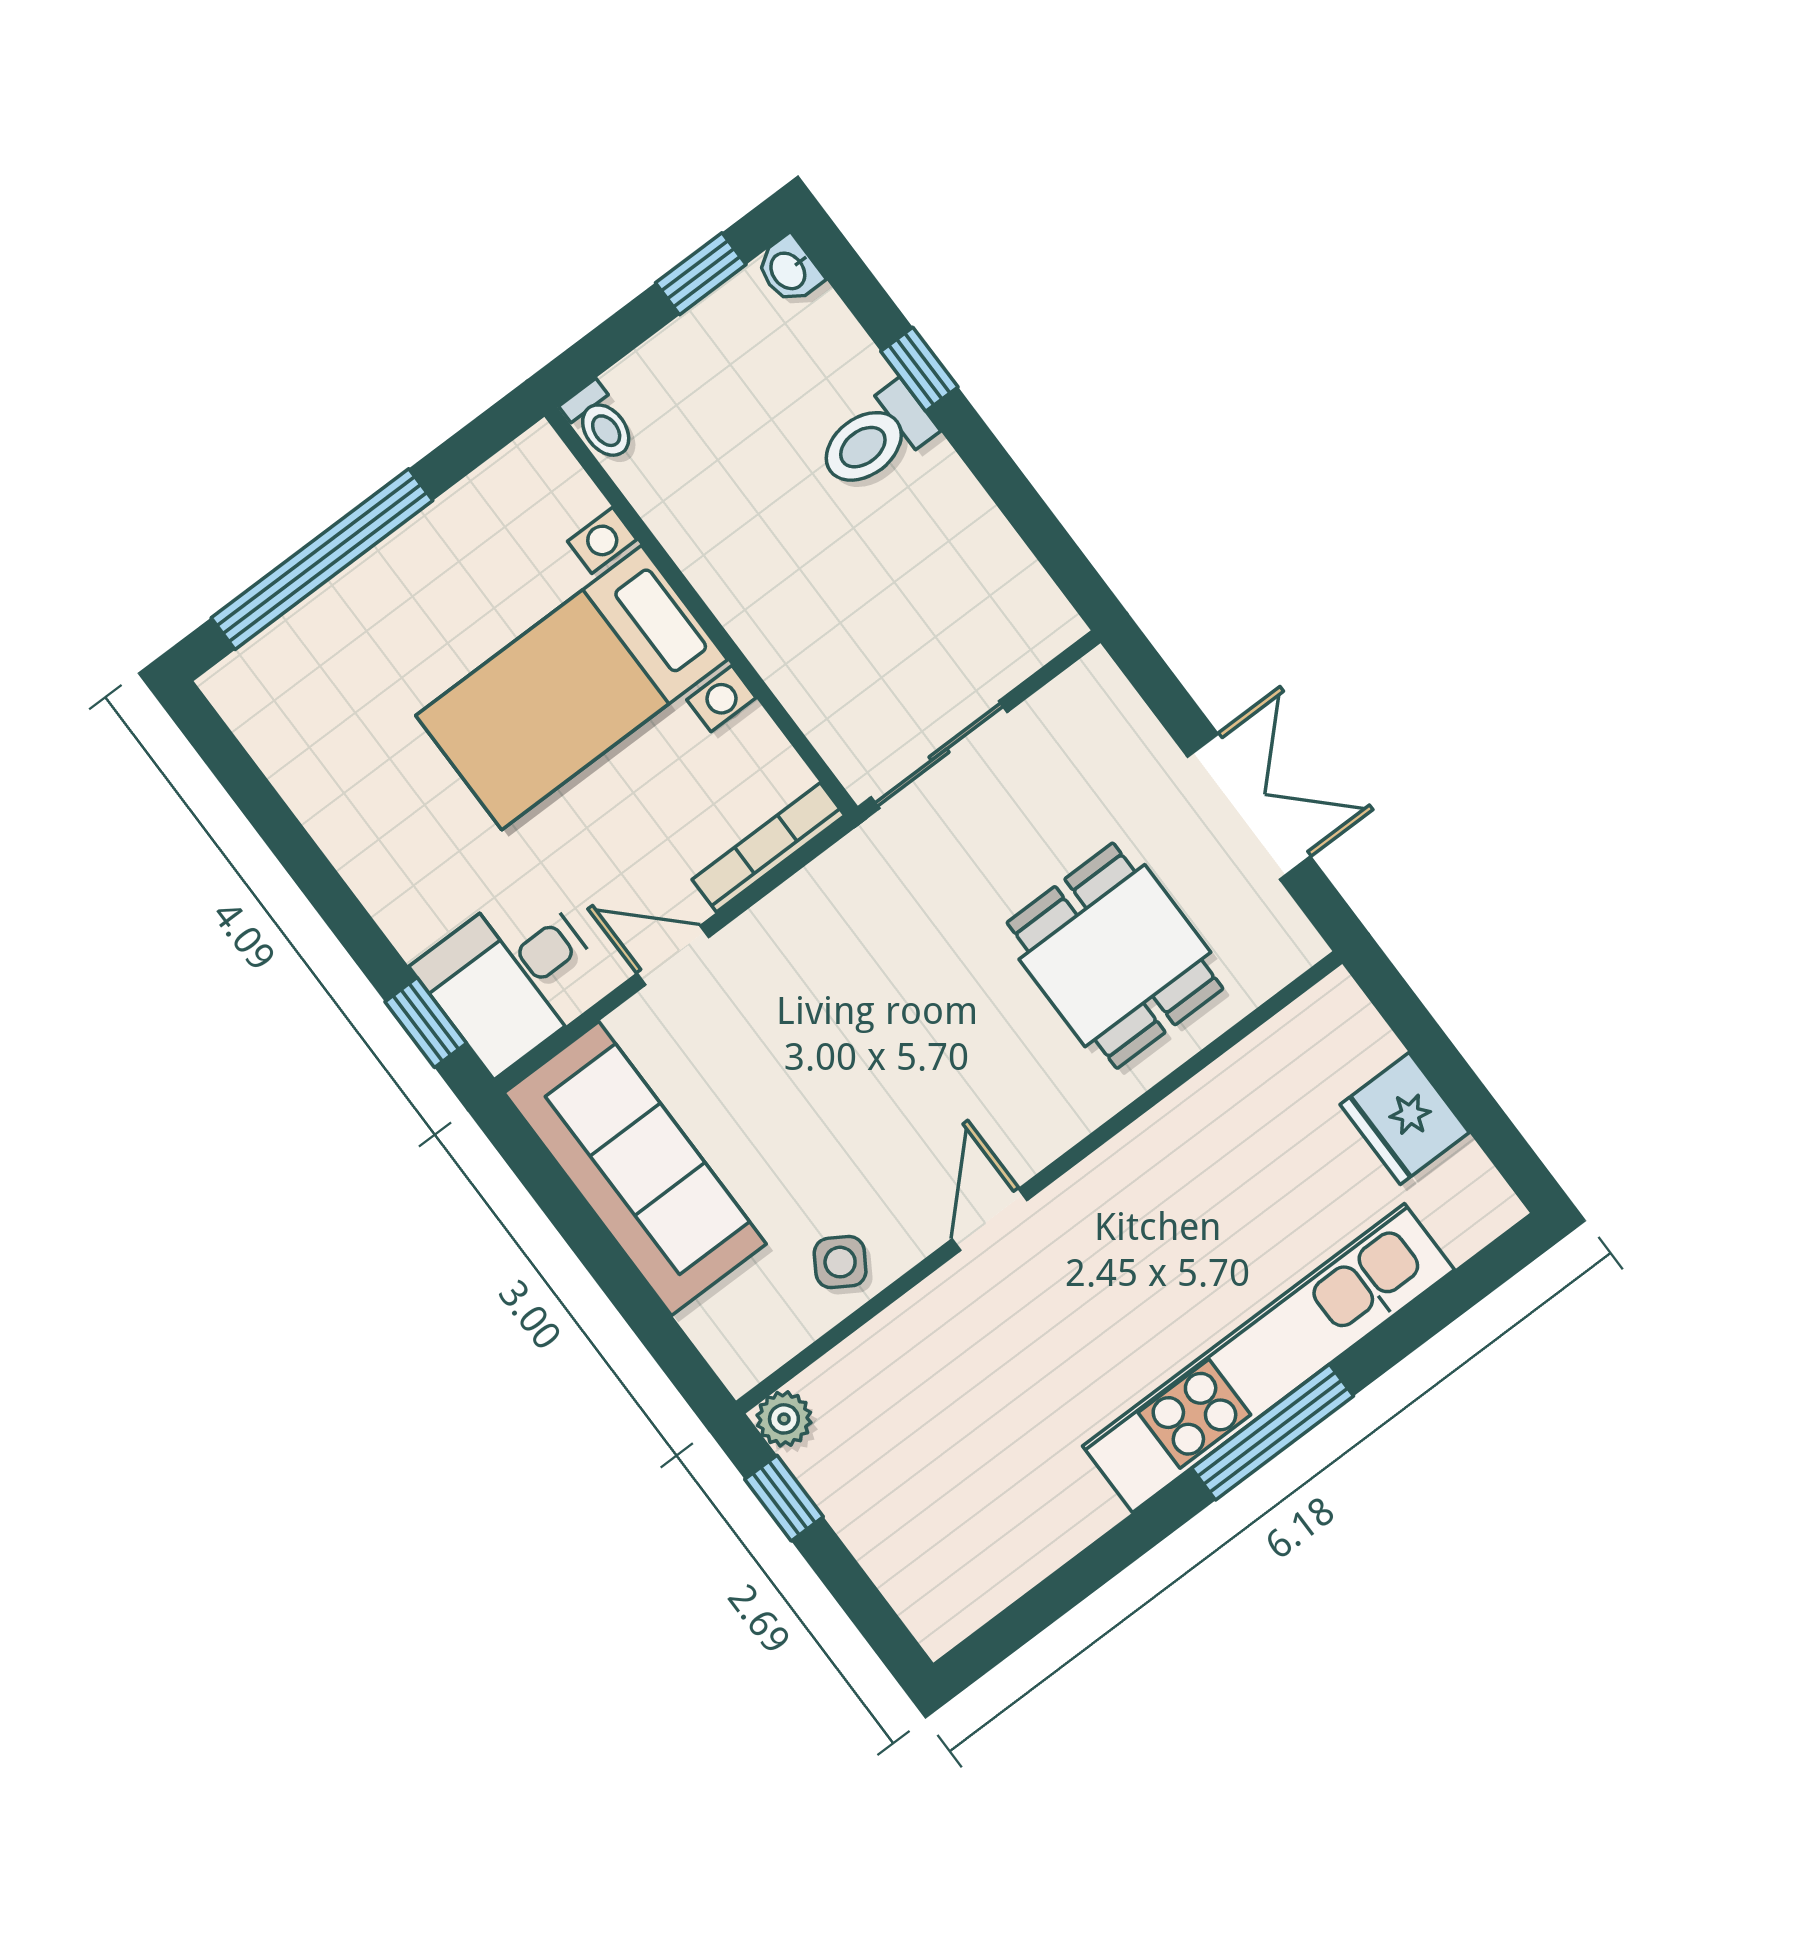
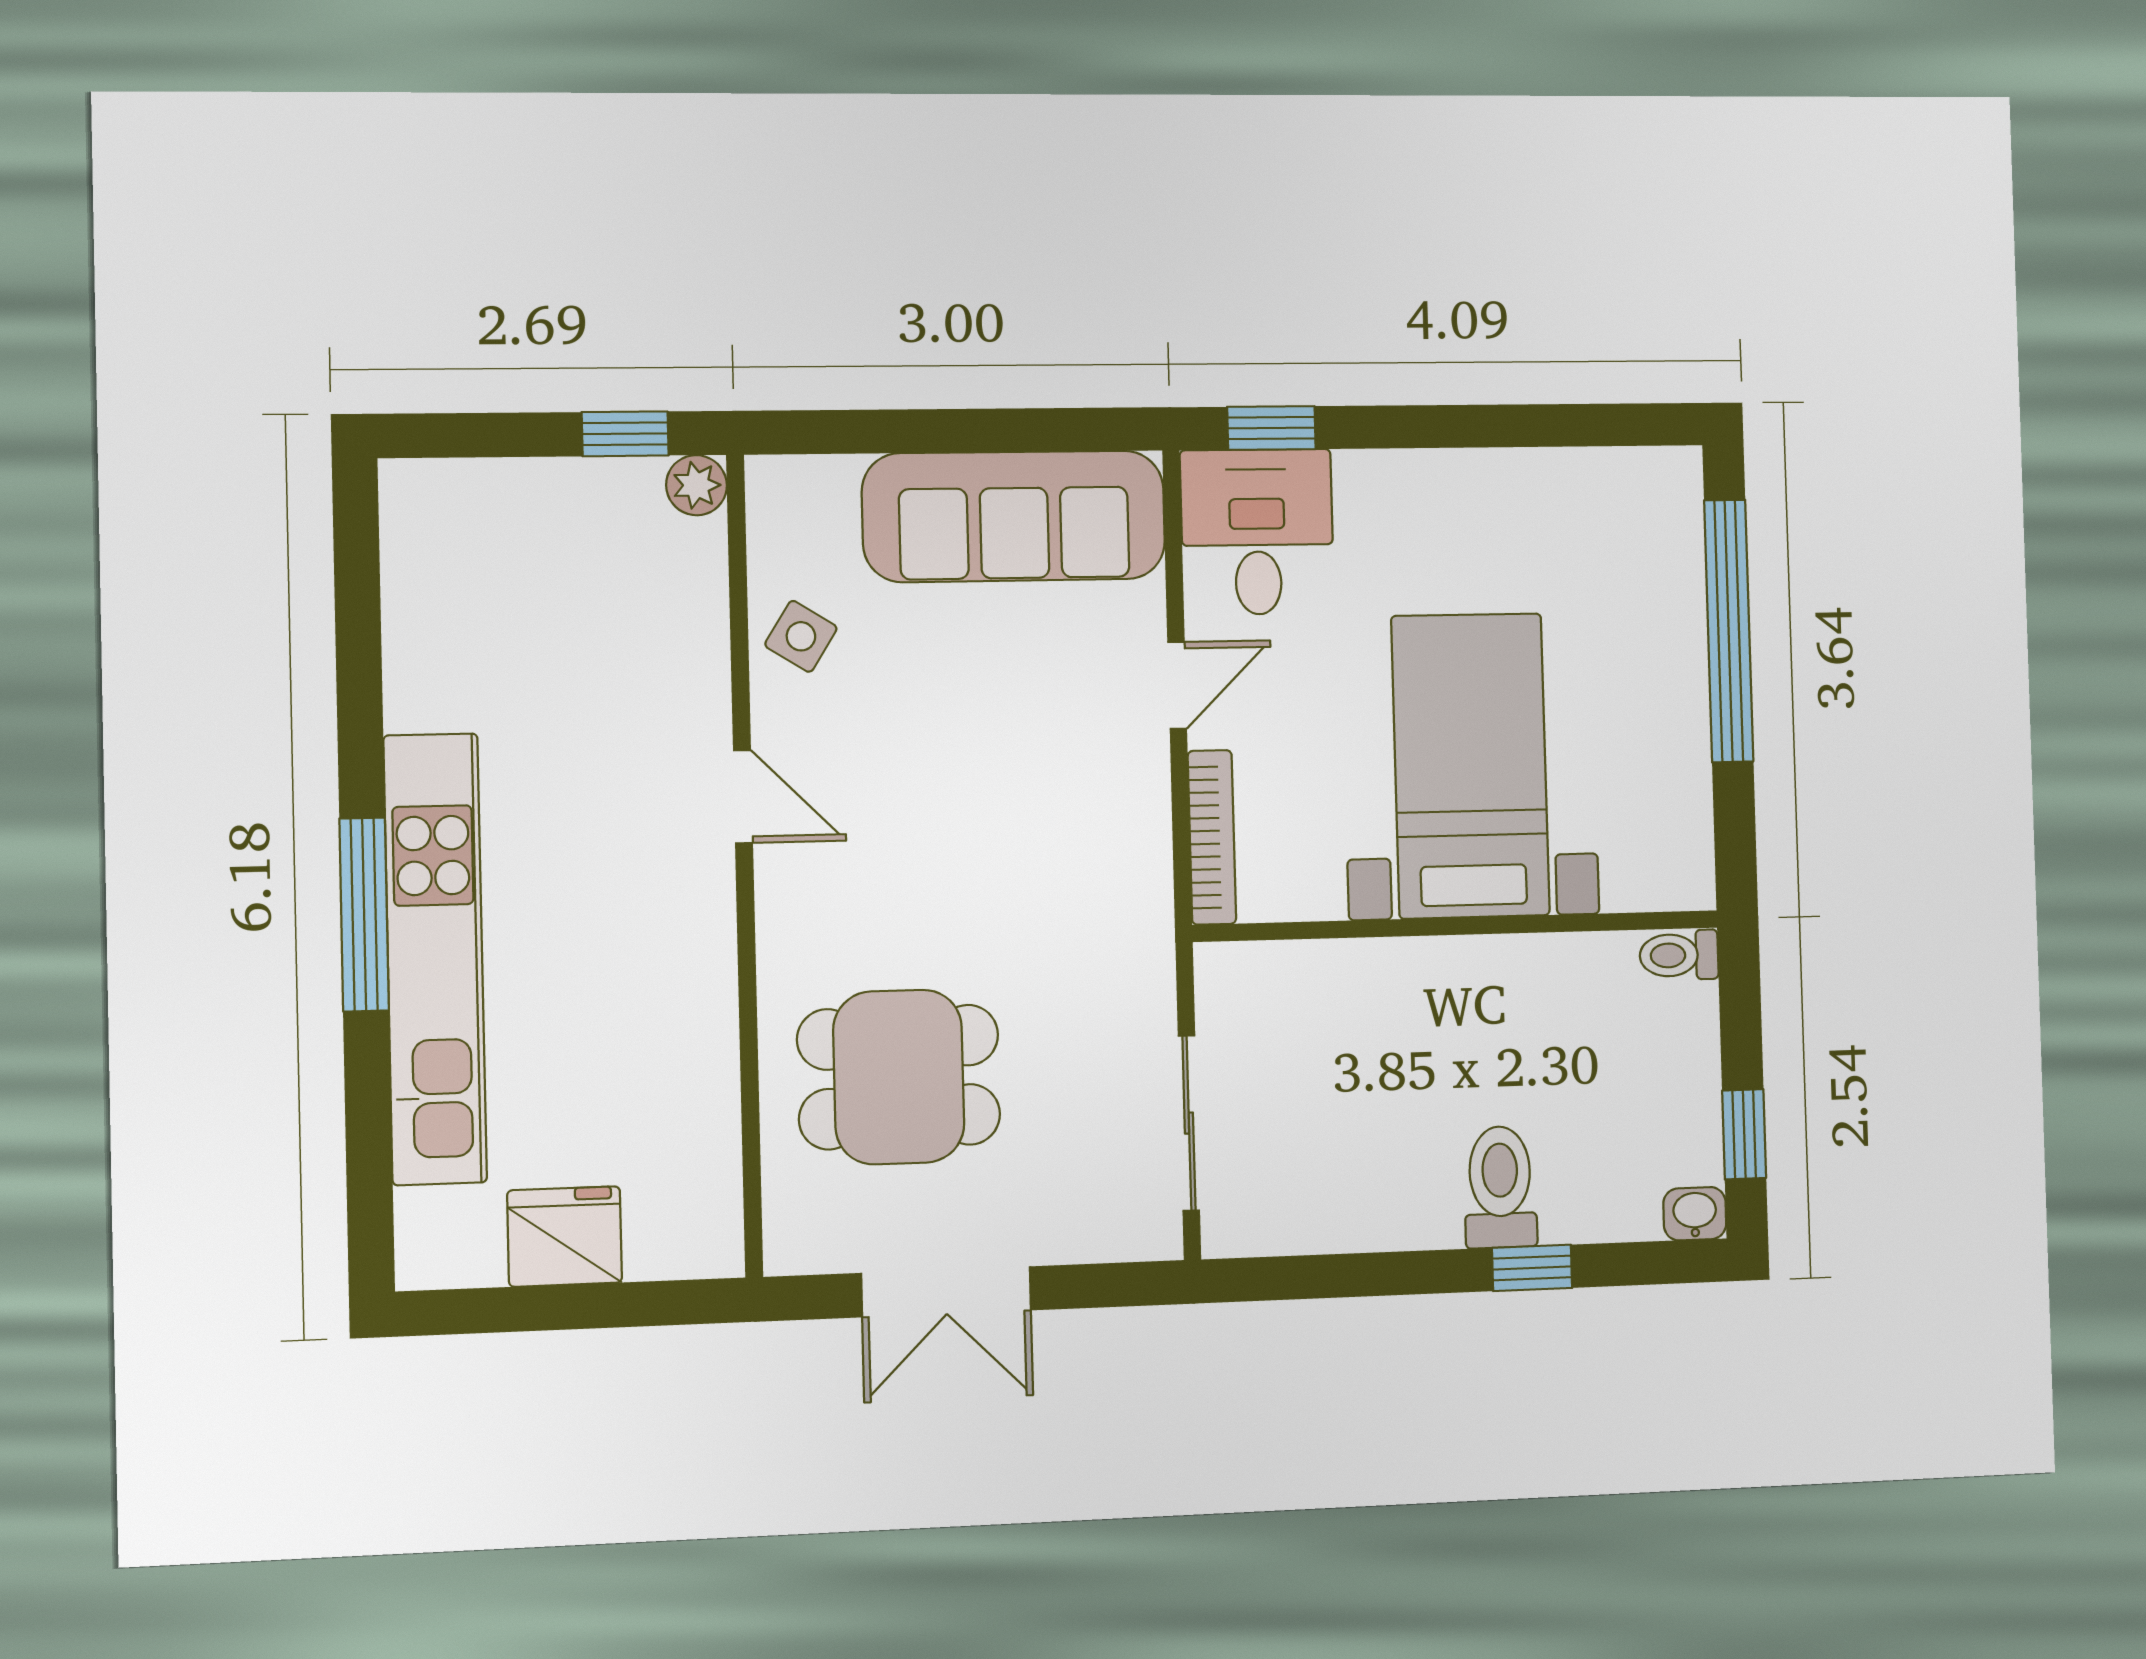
sliding door: (939, 755) -> (1189, 1123), moved

